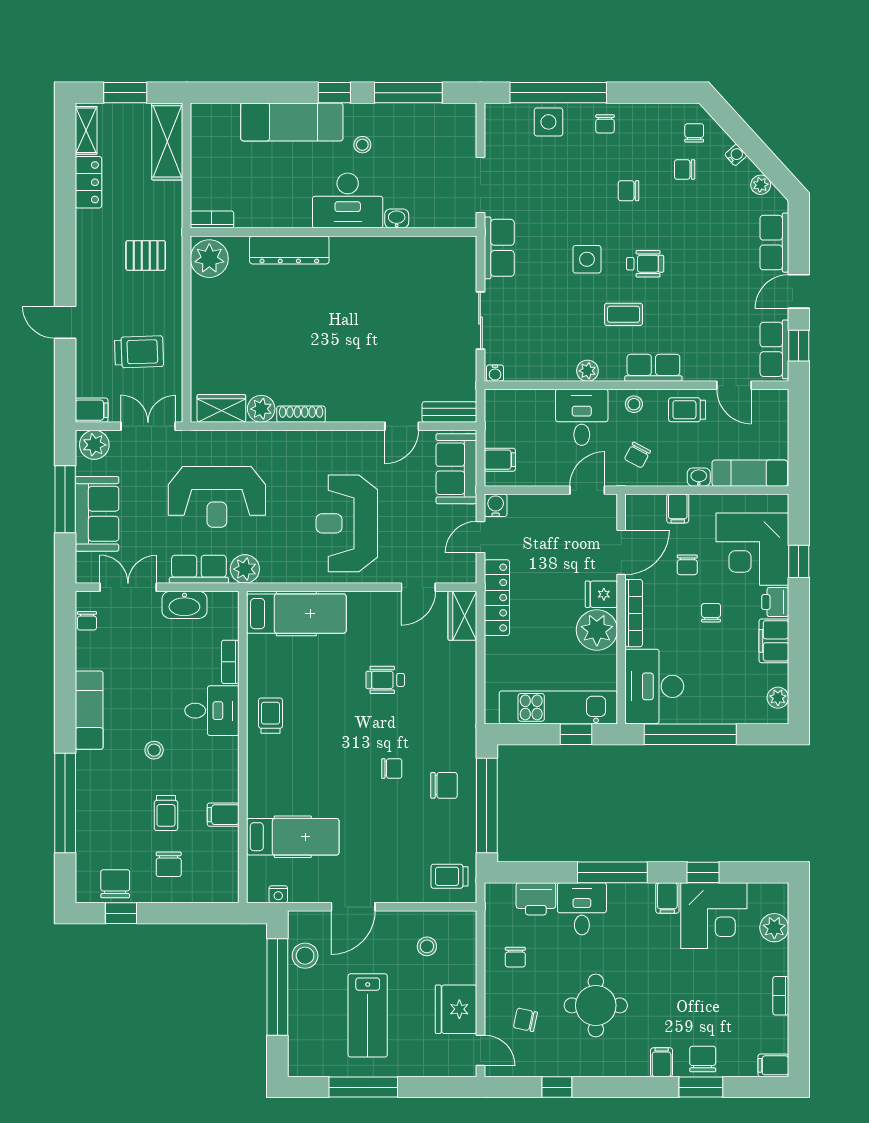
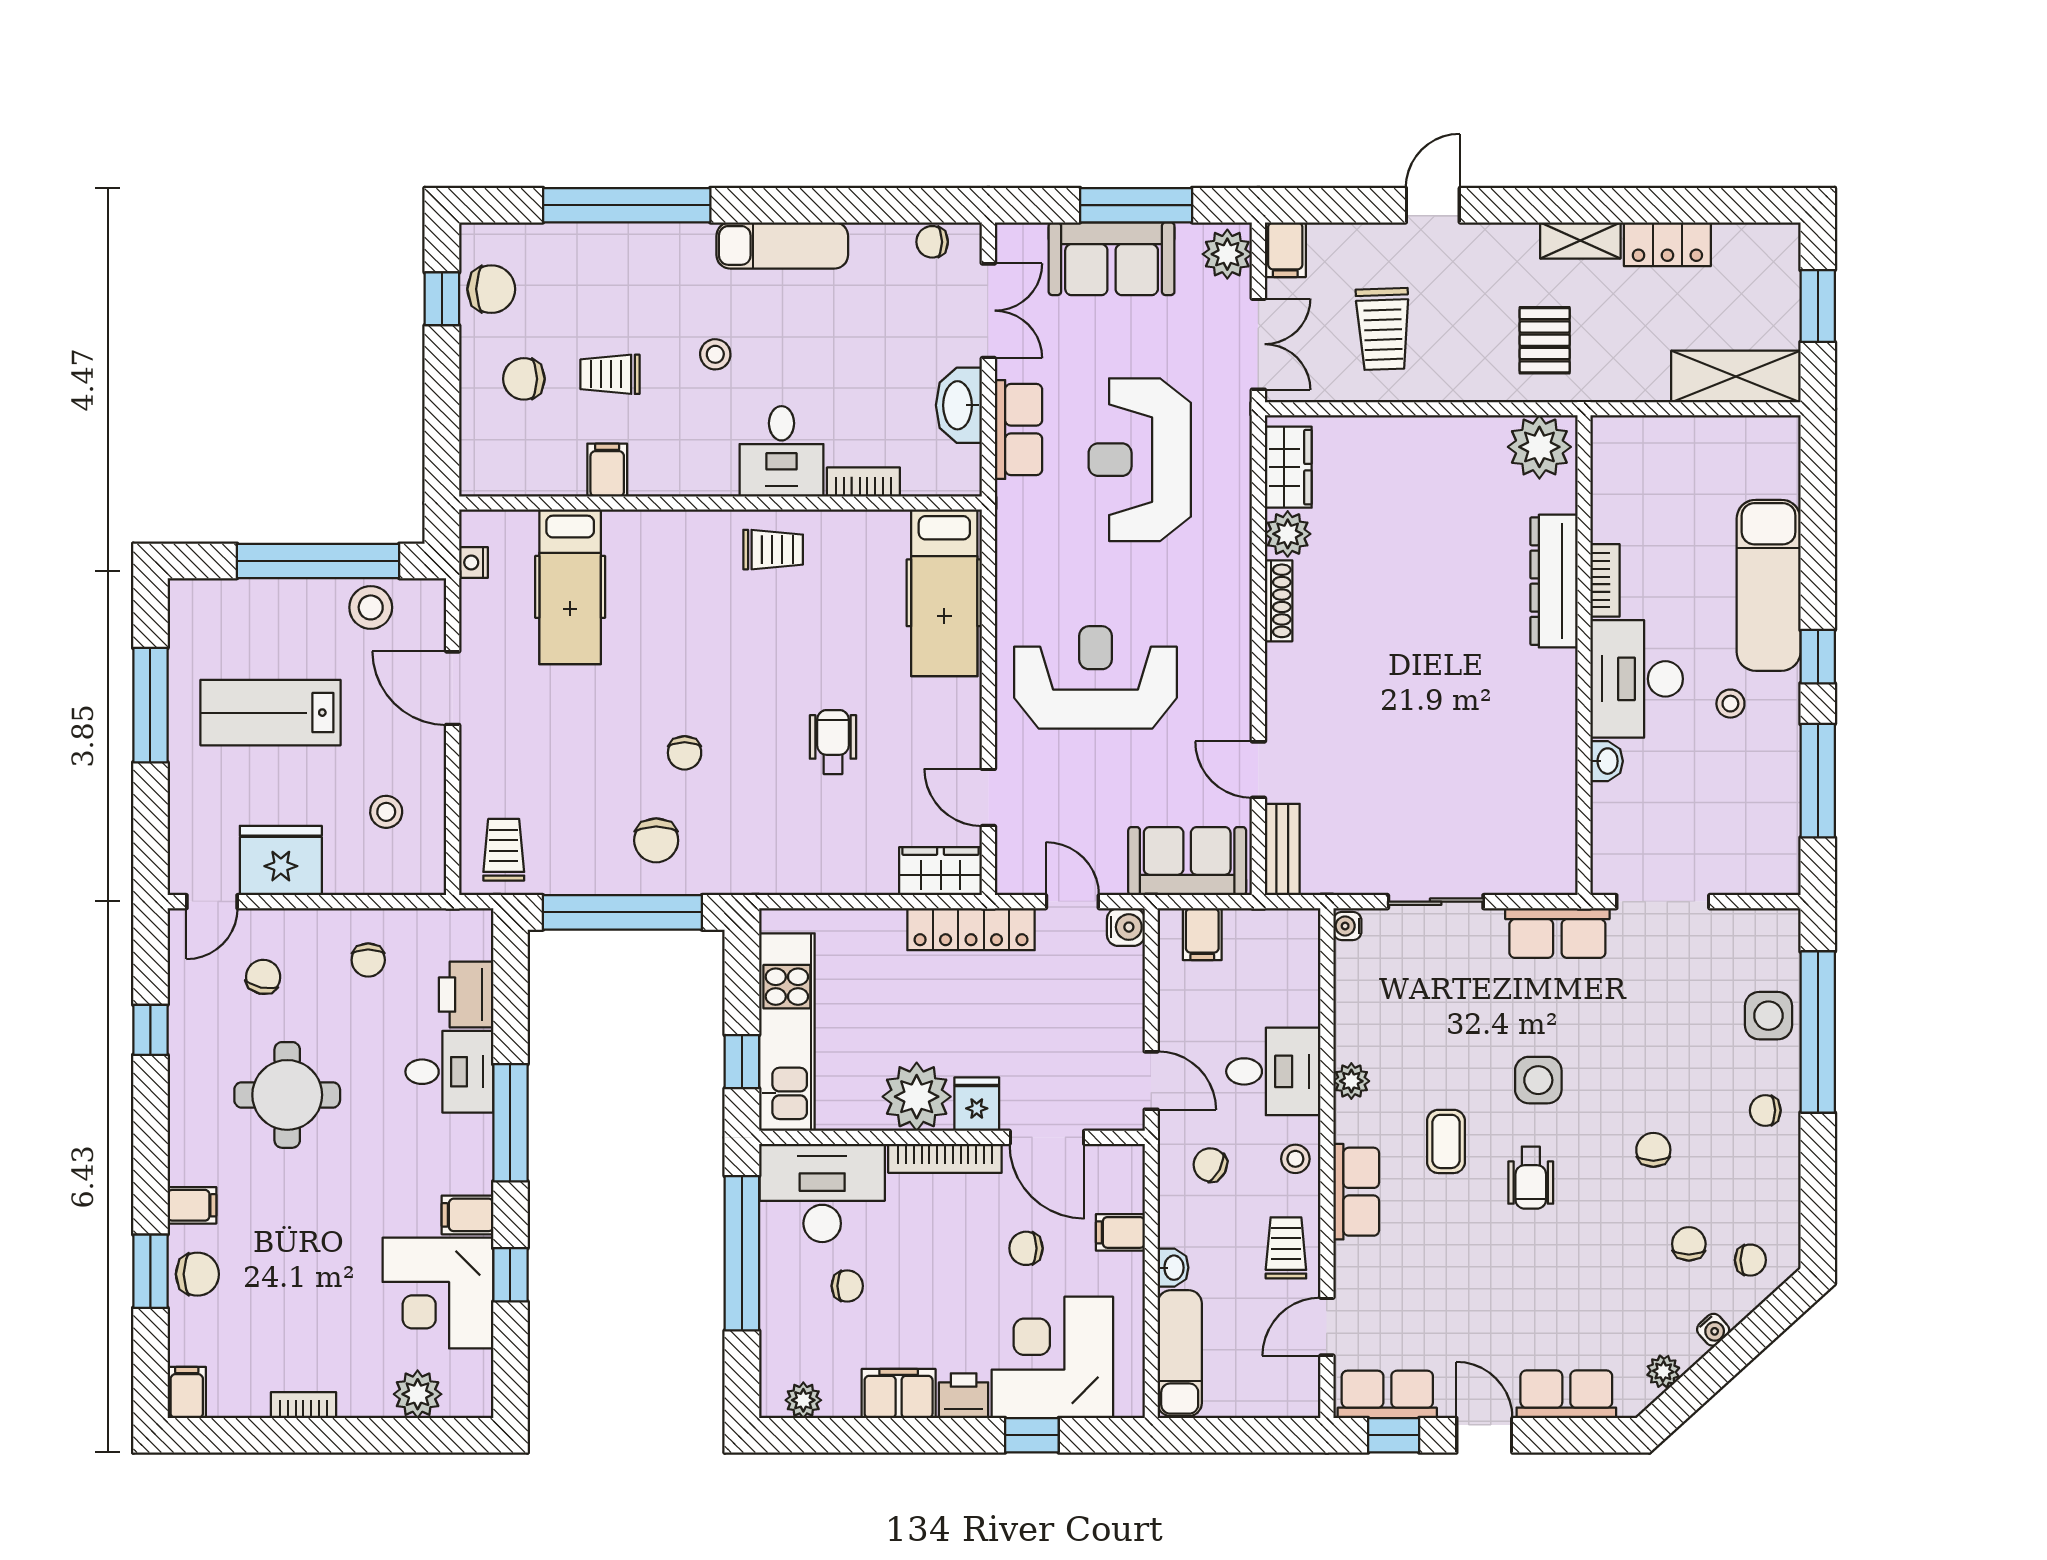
shelving: (86, 130) -> (1580, 240), moved
bookcase: (212, 219) -> (1605, 580), moved
plant: (245, 569) -> (1019, 507), removed
chair: (711, 613) -> (847, 1286), moved
chair: (515, 957) -> (368, 960), turned -90

